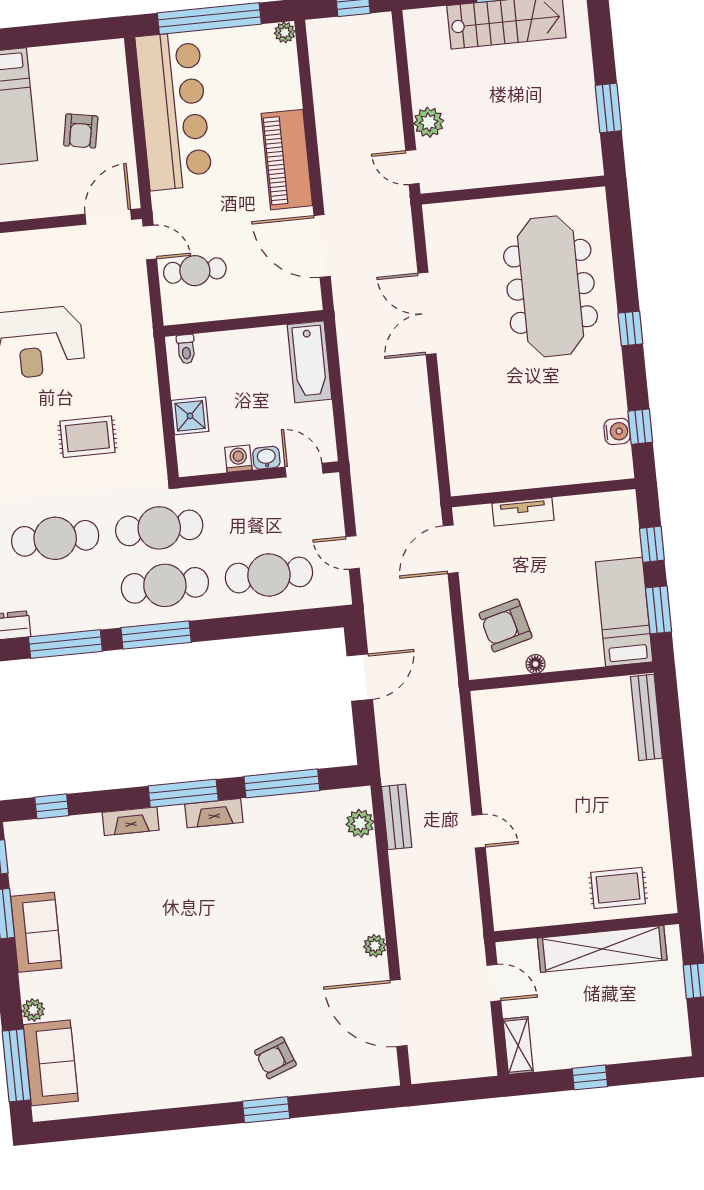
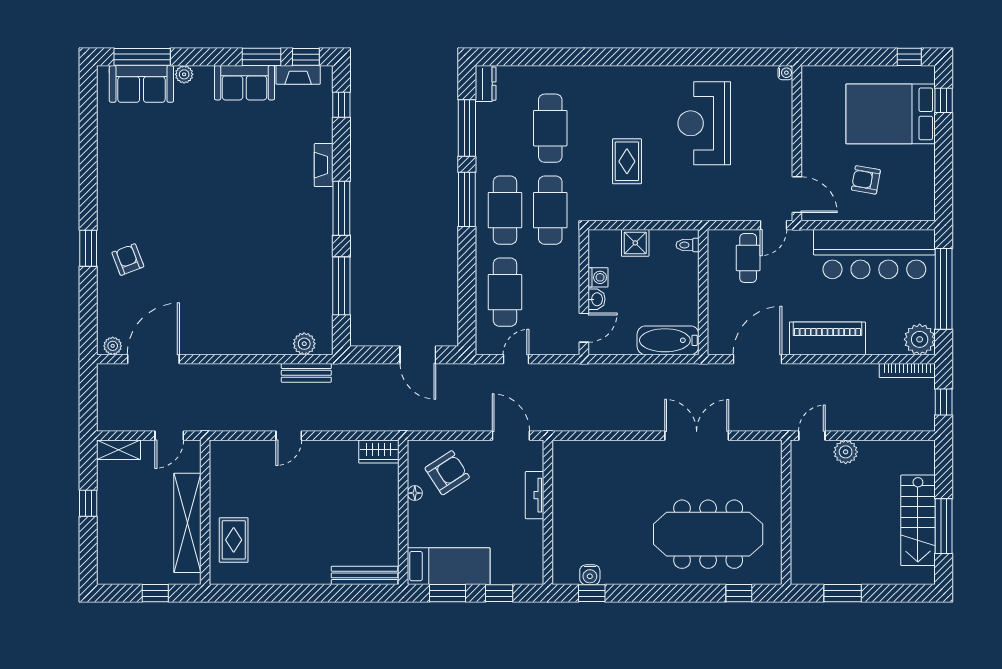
plant: (285, 32) -> (920, 339), width x1.88, depth x1.88
bookcase: (318, 54) -> (907, 370), added
window: (630, 329) -> (739, 593), moved
armchair: (506, 625) -> (447, 473), turned 72
wardrobe: (487, 715) -> (379, 452), added
fireplace: (214, 813) -> (298, 75), moved, turned -90
plant: (375, 946) -> (113, 346), moved

